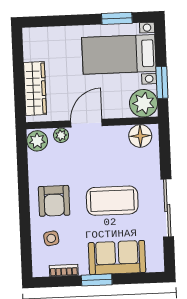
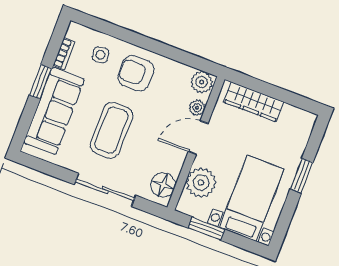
window: (117, 18) -> (302, 176), moved
plant: (143, 103) -> (201, 183), moved
door: (86, 123) -> (198, 138), swing flipped
sliding door: (167, 208) -> (105, 190), moved
sofa: (117, 258) -> (54, 111), width x1.36

